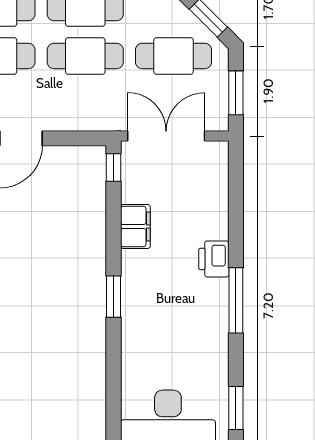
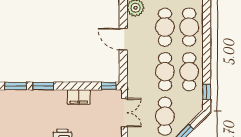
double door: (166, 136) -> (124, 113), width x0.73
window: (113, 351) -> (16, 86), added

